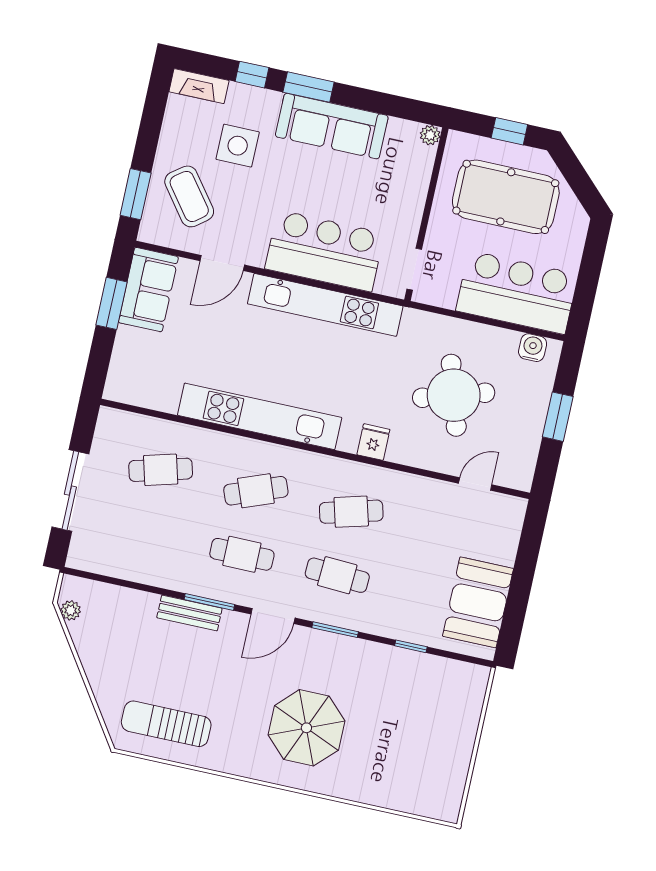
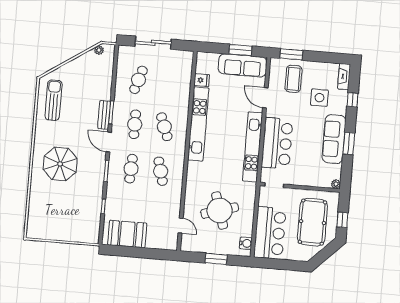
window: (309, 87) -> (349, 143), moved
coffee table: (189, 196) -> (294, 79), turned -53
sofa: (148, 290) -> (243, 65), width x1.36
fridge: (373, 442) -> (202, 80), moved
cafe table: (161, 470) -> (138, 80), moved, turned 33
bench: (189, 613) -> (104, 115), moved

